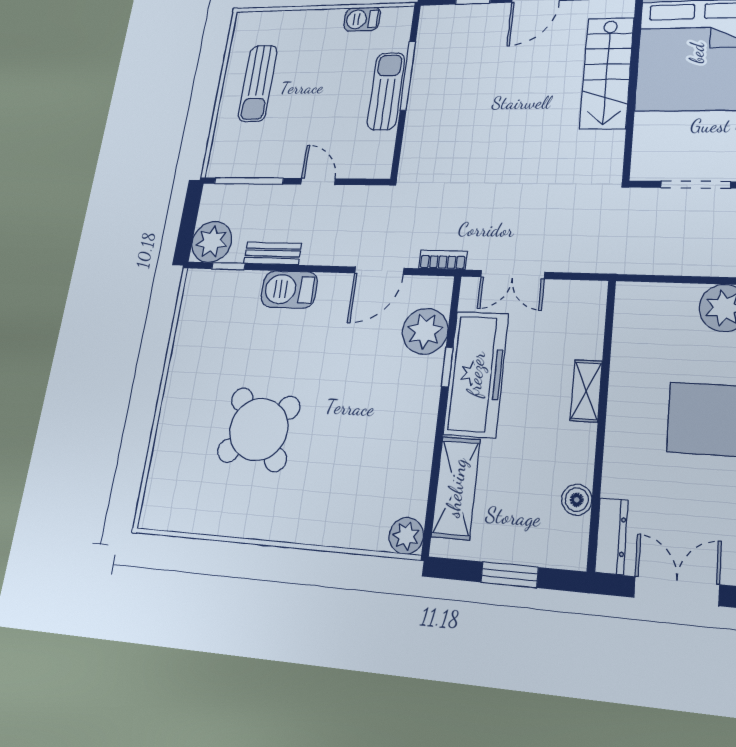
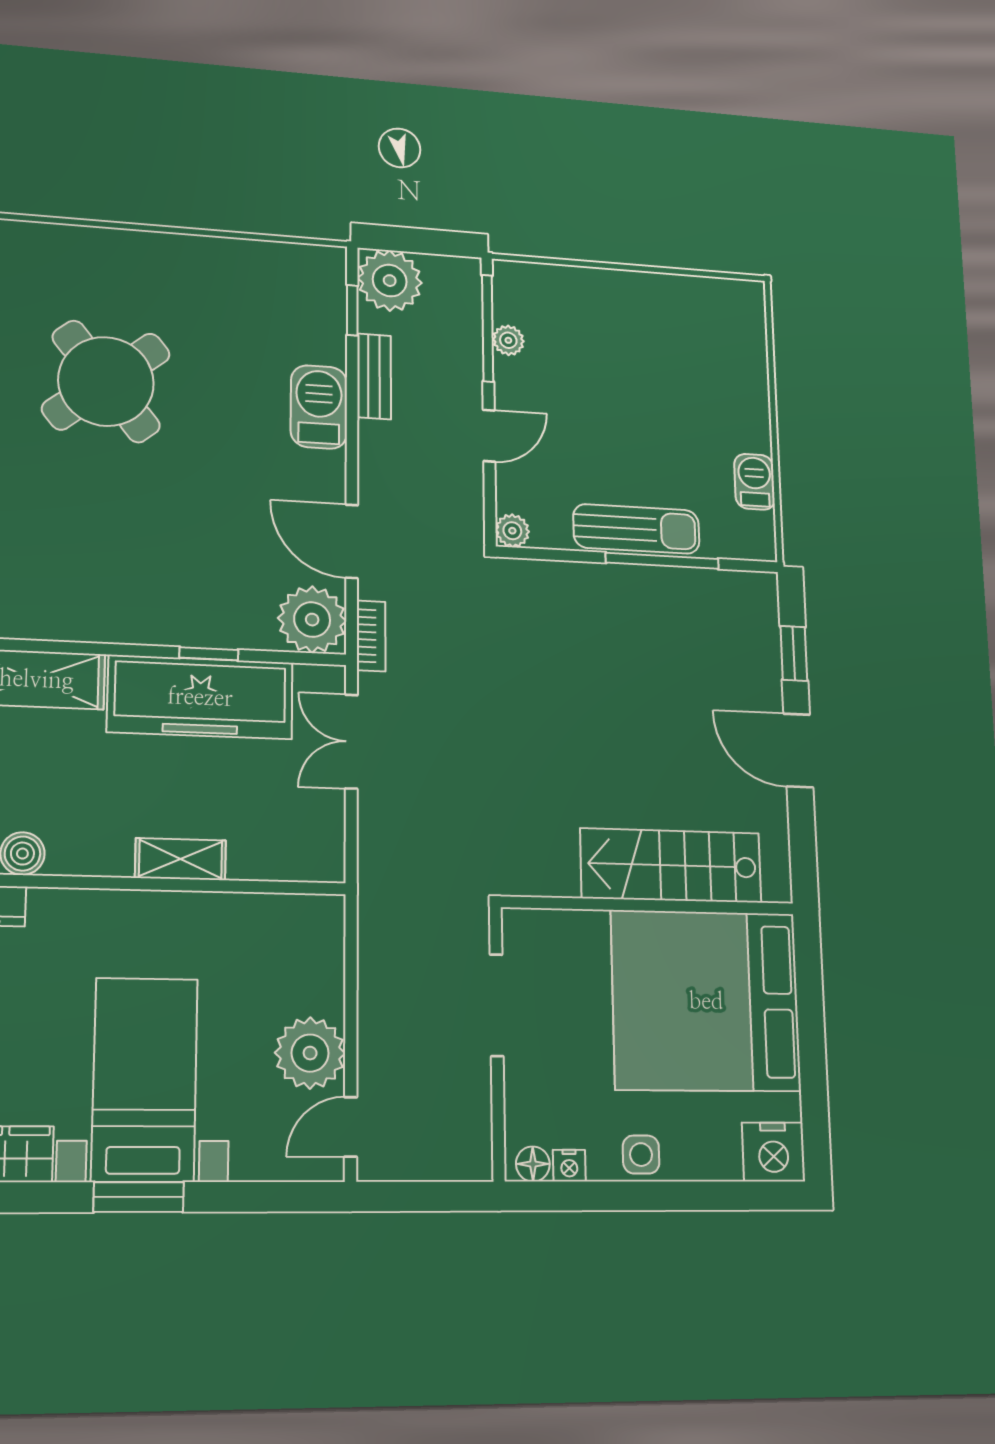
sun lounger: (258, 83) -> (646, 327), removed
plant: (258, 168) -> (508, 340), added
plant: (381, 168) -> (512, 531), added
plant: (425, 331) -> (312, 620), moved

